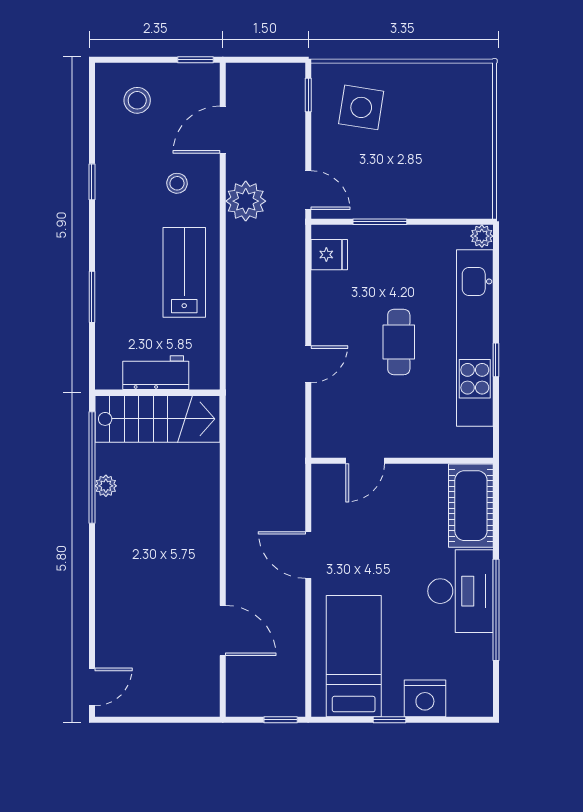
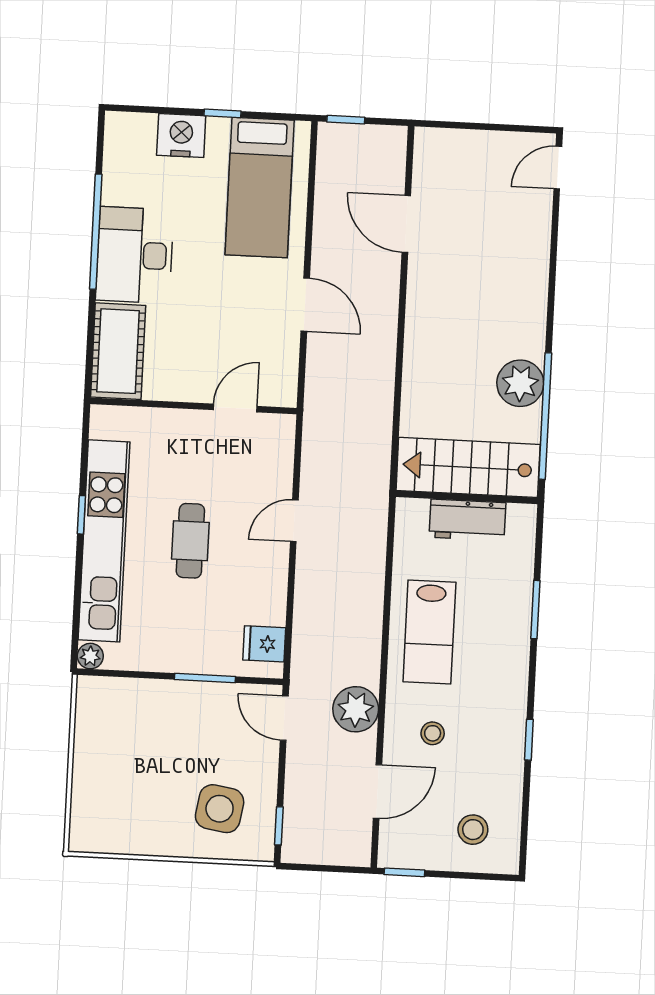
plant: (106, 486) -> (520, 383), width x1.88, depth x1.88

